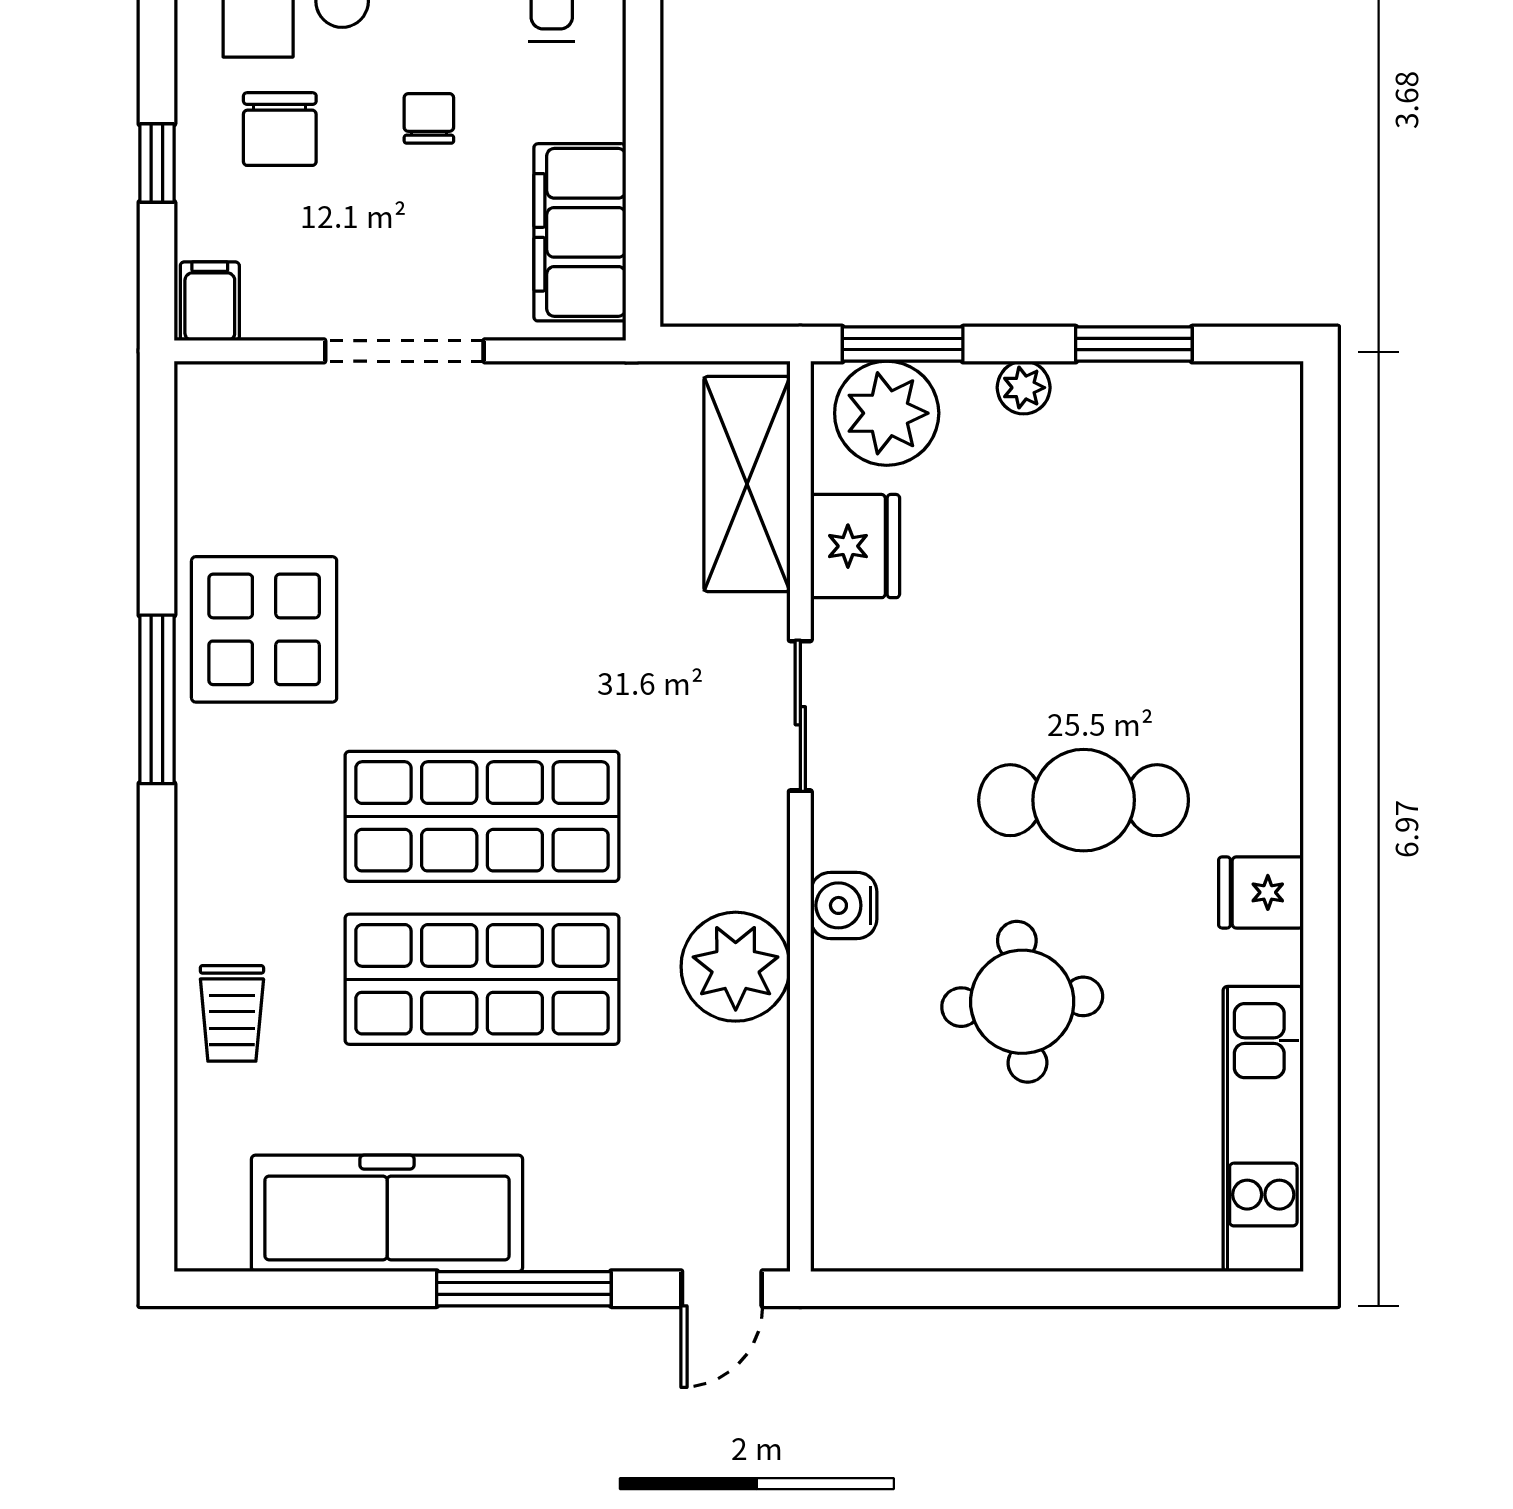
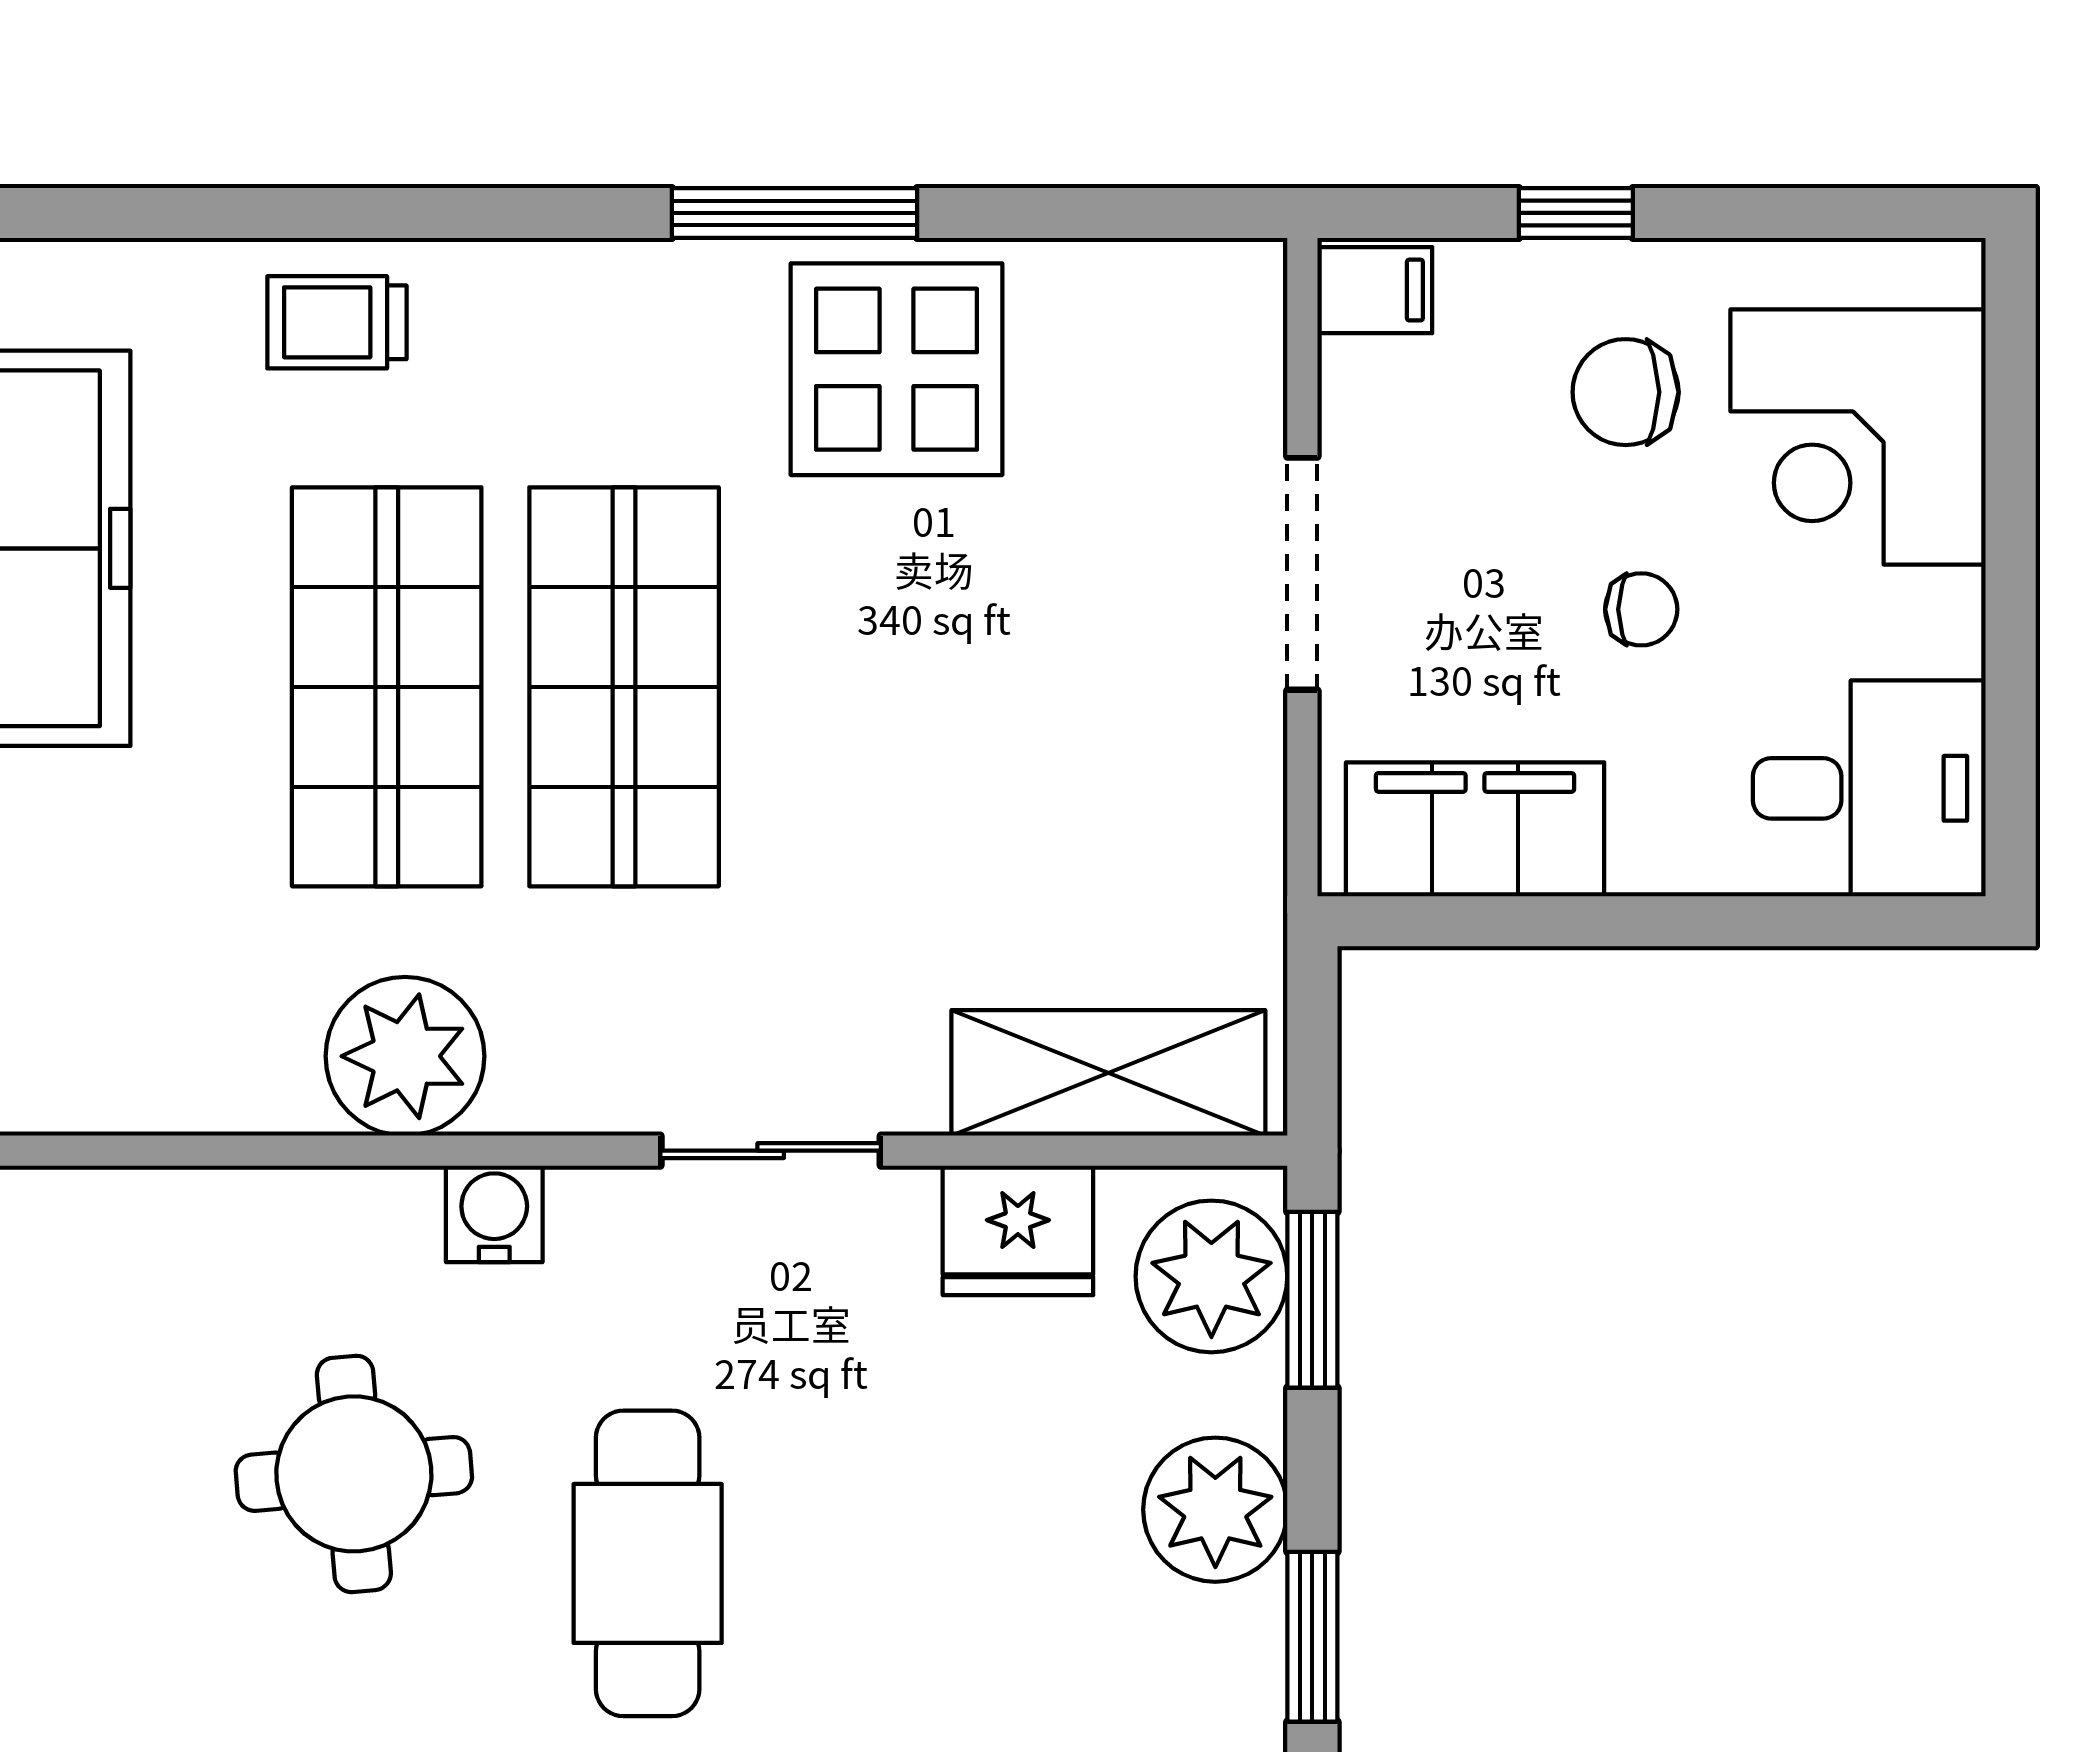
plant: (1024, 388) -> (1215, 1510), width x1.87, depth x1.87

